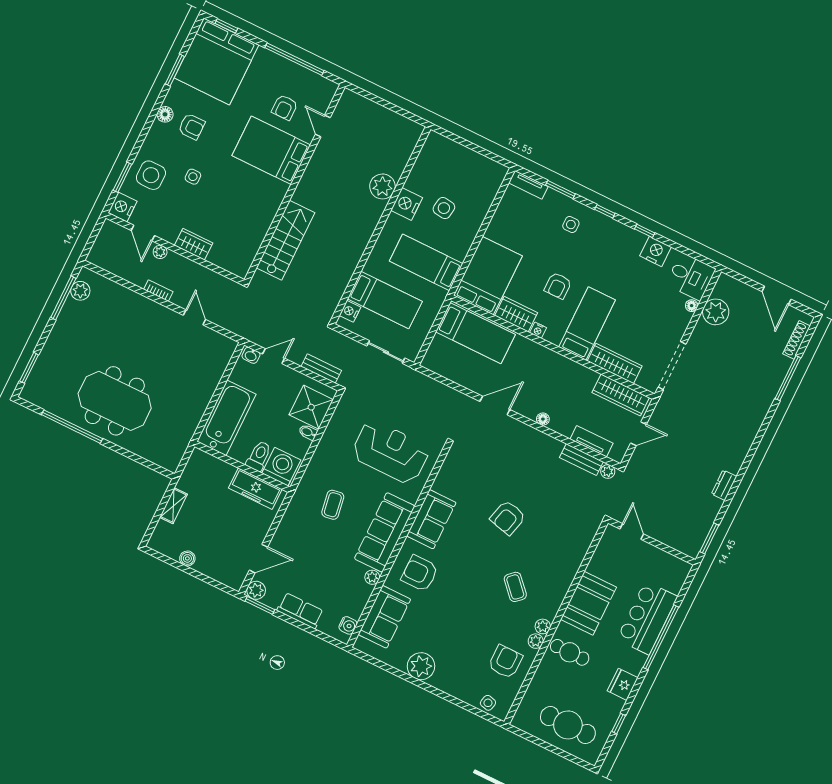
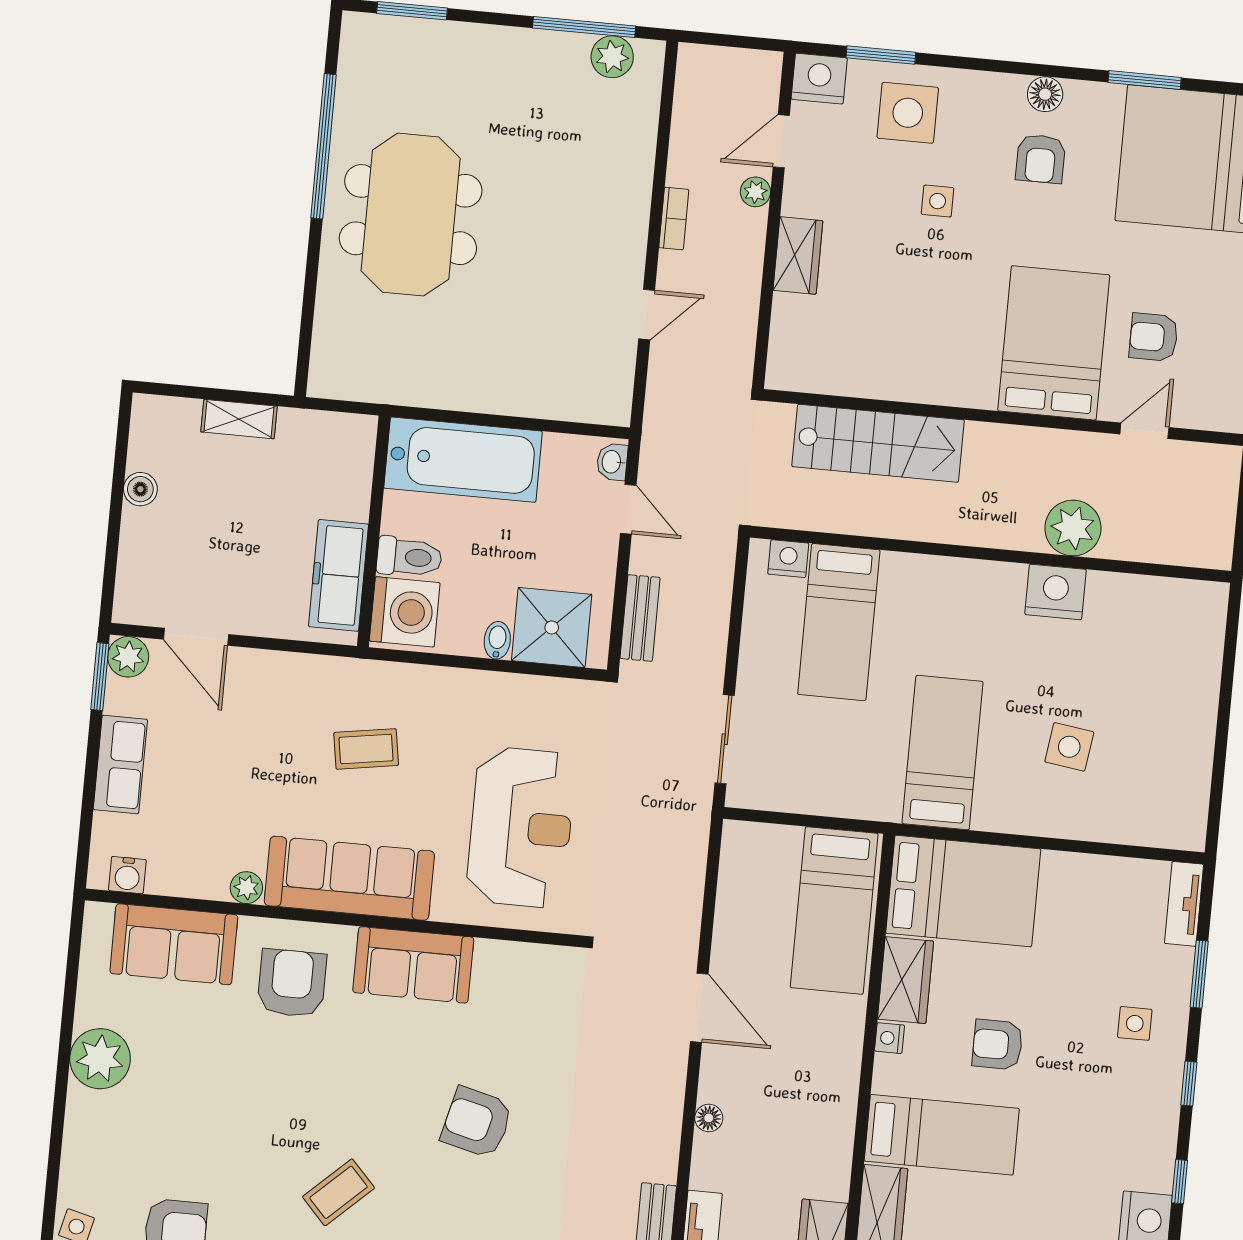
plant: (382, 186) -> (1073, 528), moved
nightstand: (407, 204) -> (1056, 592), moved
wall: (380, 225) -> (991, 554), moved
bed: (385, 300) -> (839, 622), moved
nightstand: (350, 311) -> (788, 559), moved

